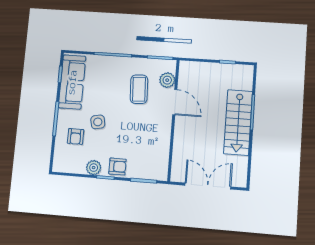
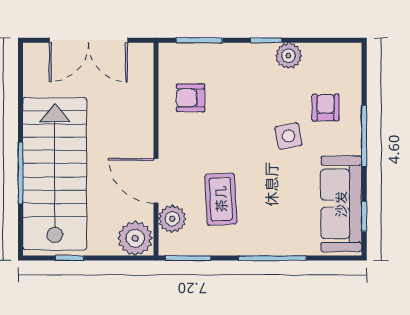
plant: (189, 71) -> (135, 238), added
stairs: (238, 122) -> (55, 174), width x1.36, depth x1.51
armchair: (117, 167) -> (191, 98), moved

